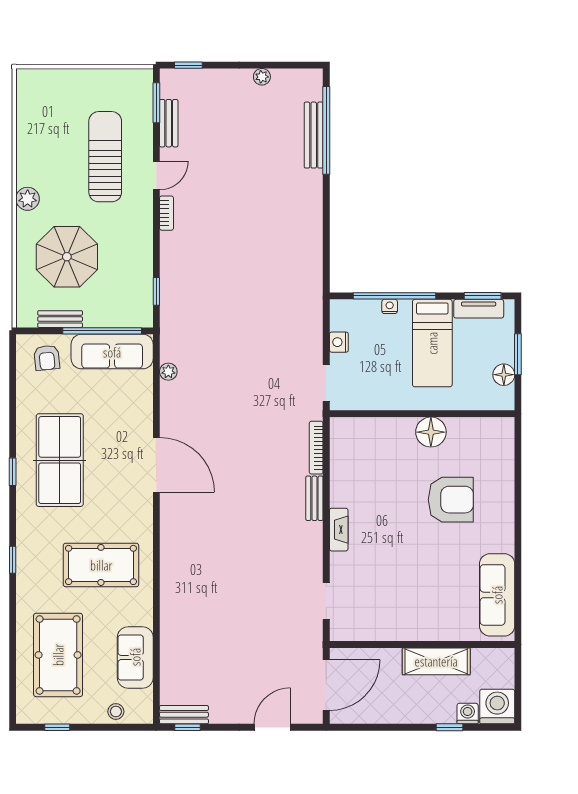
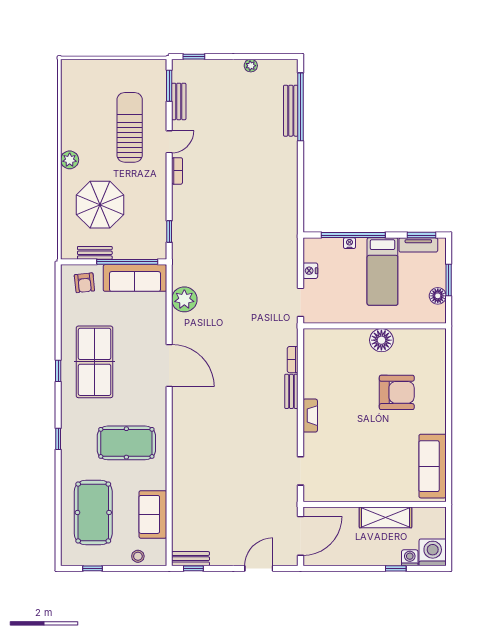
plant: (168, 372) -> (184, 299), width x1.88, depth x1.88
bookcase: (316, 448) -> (293, 360), width x0.64

